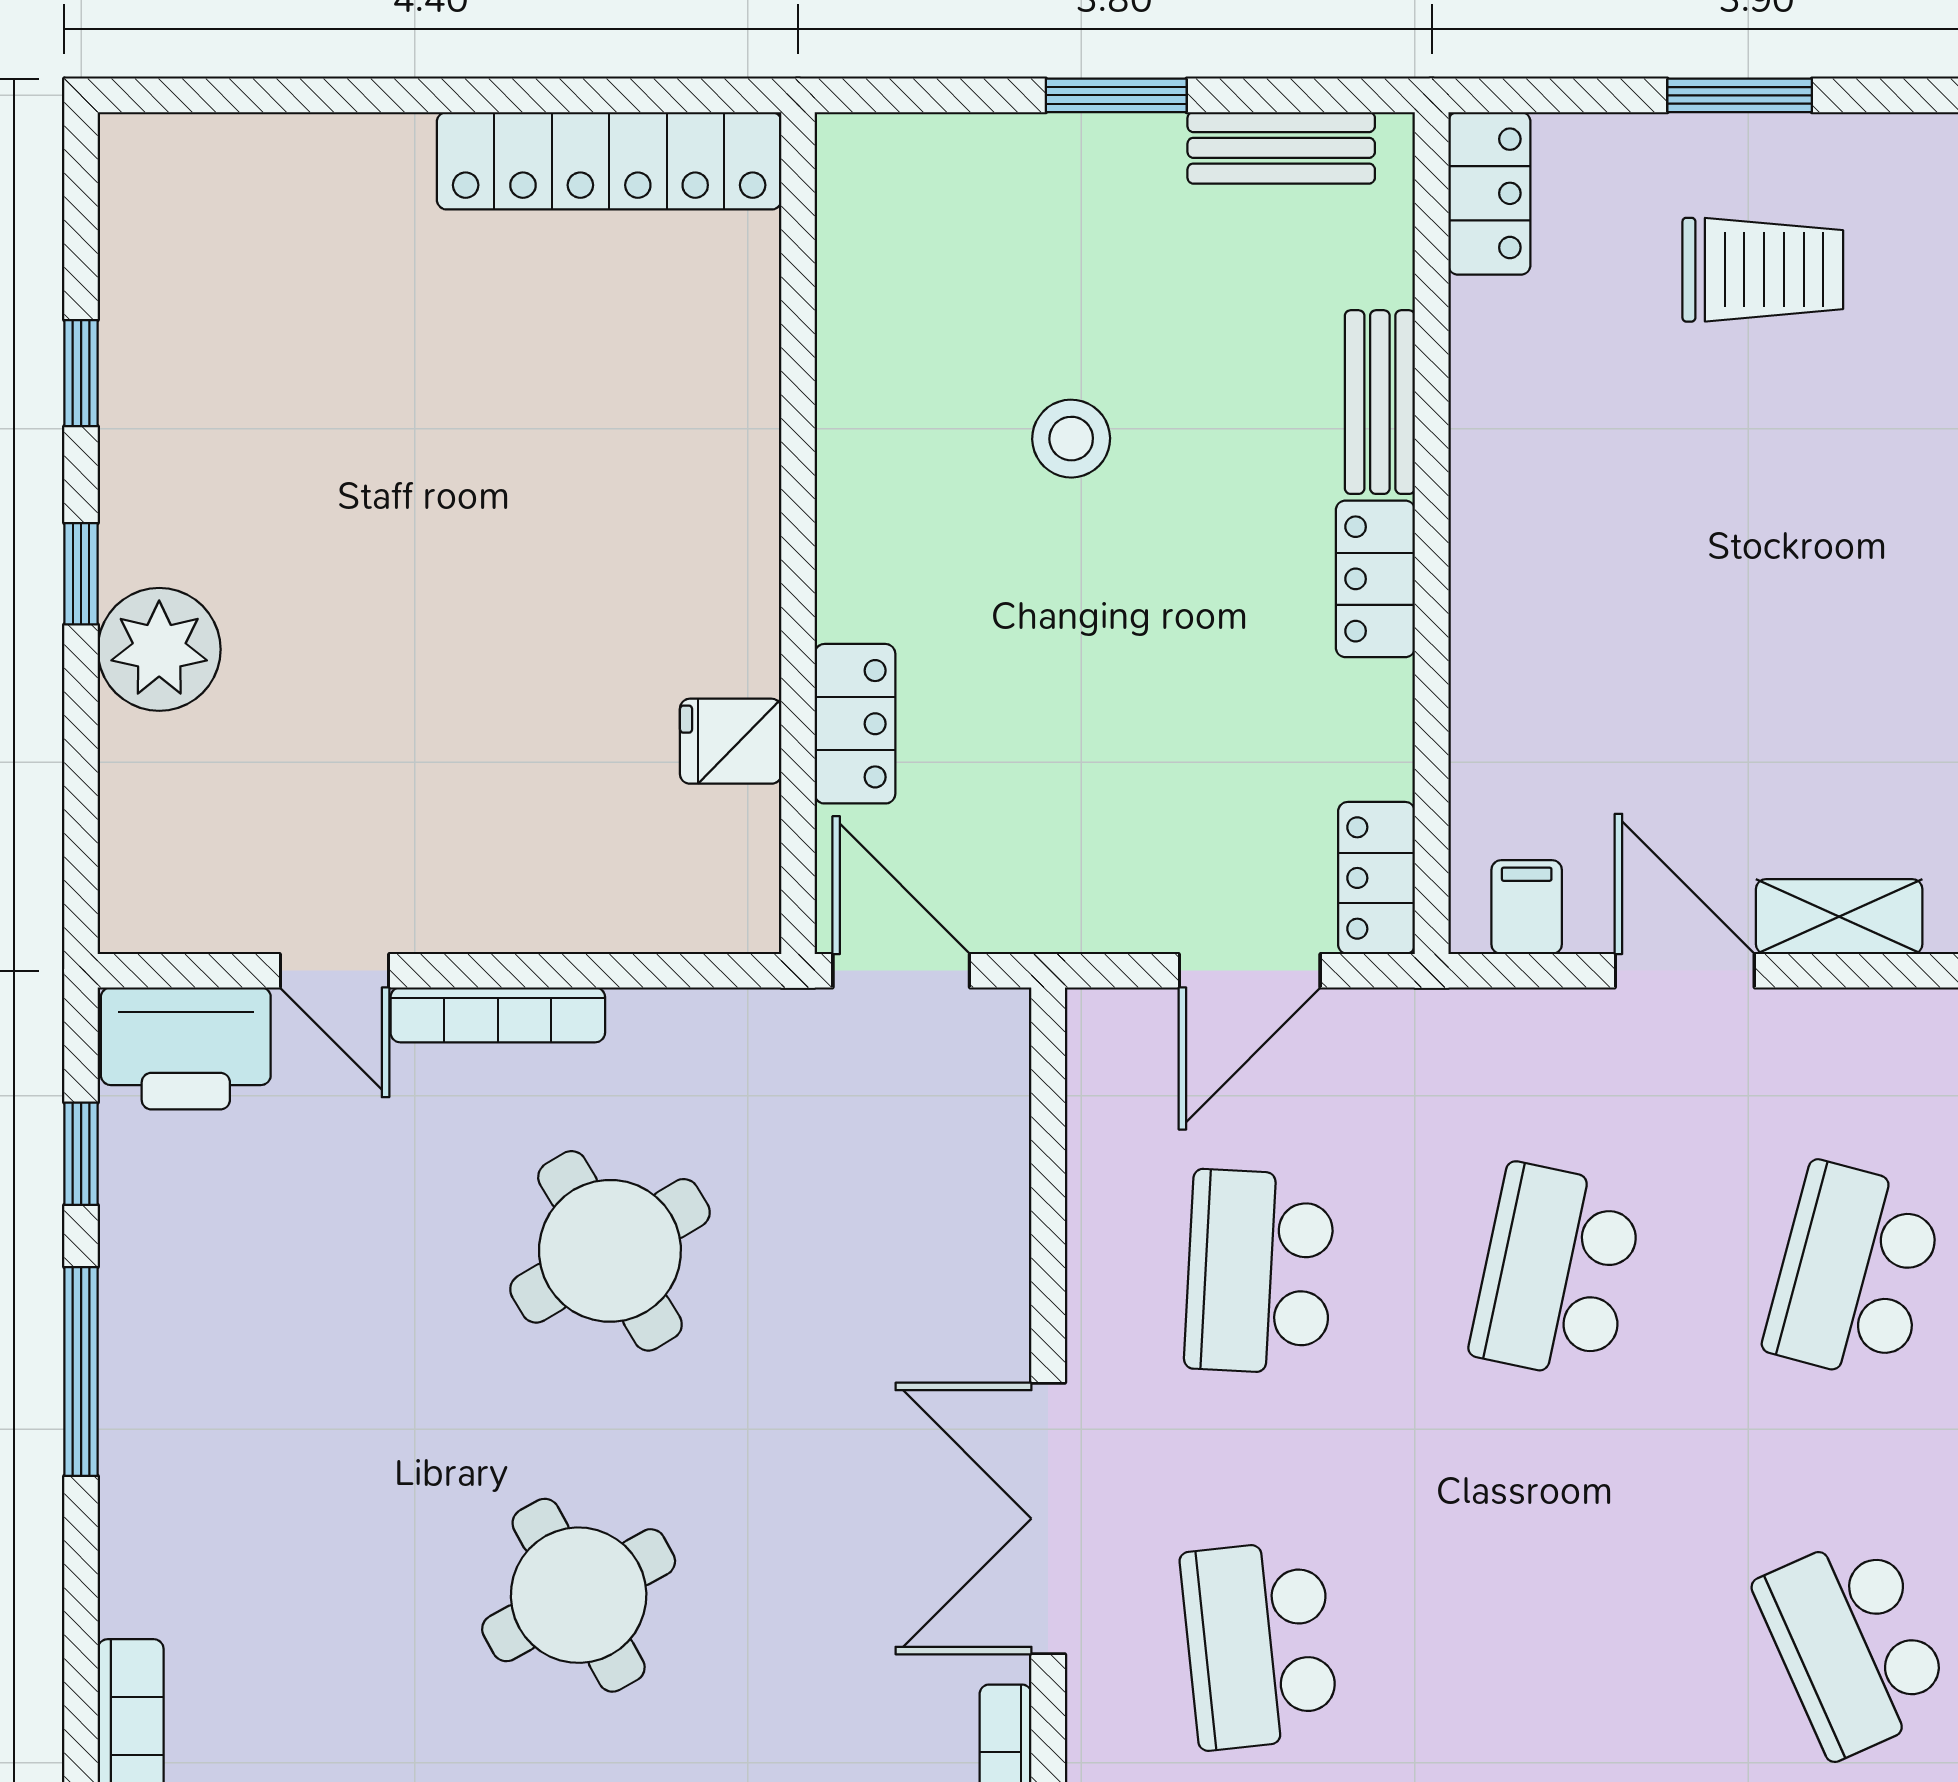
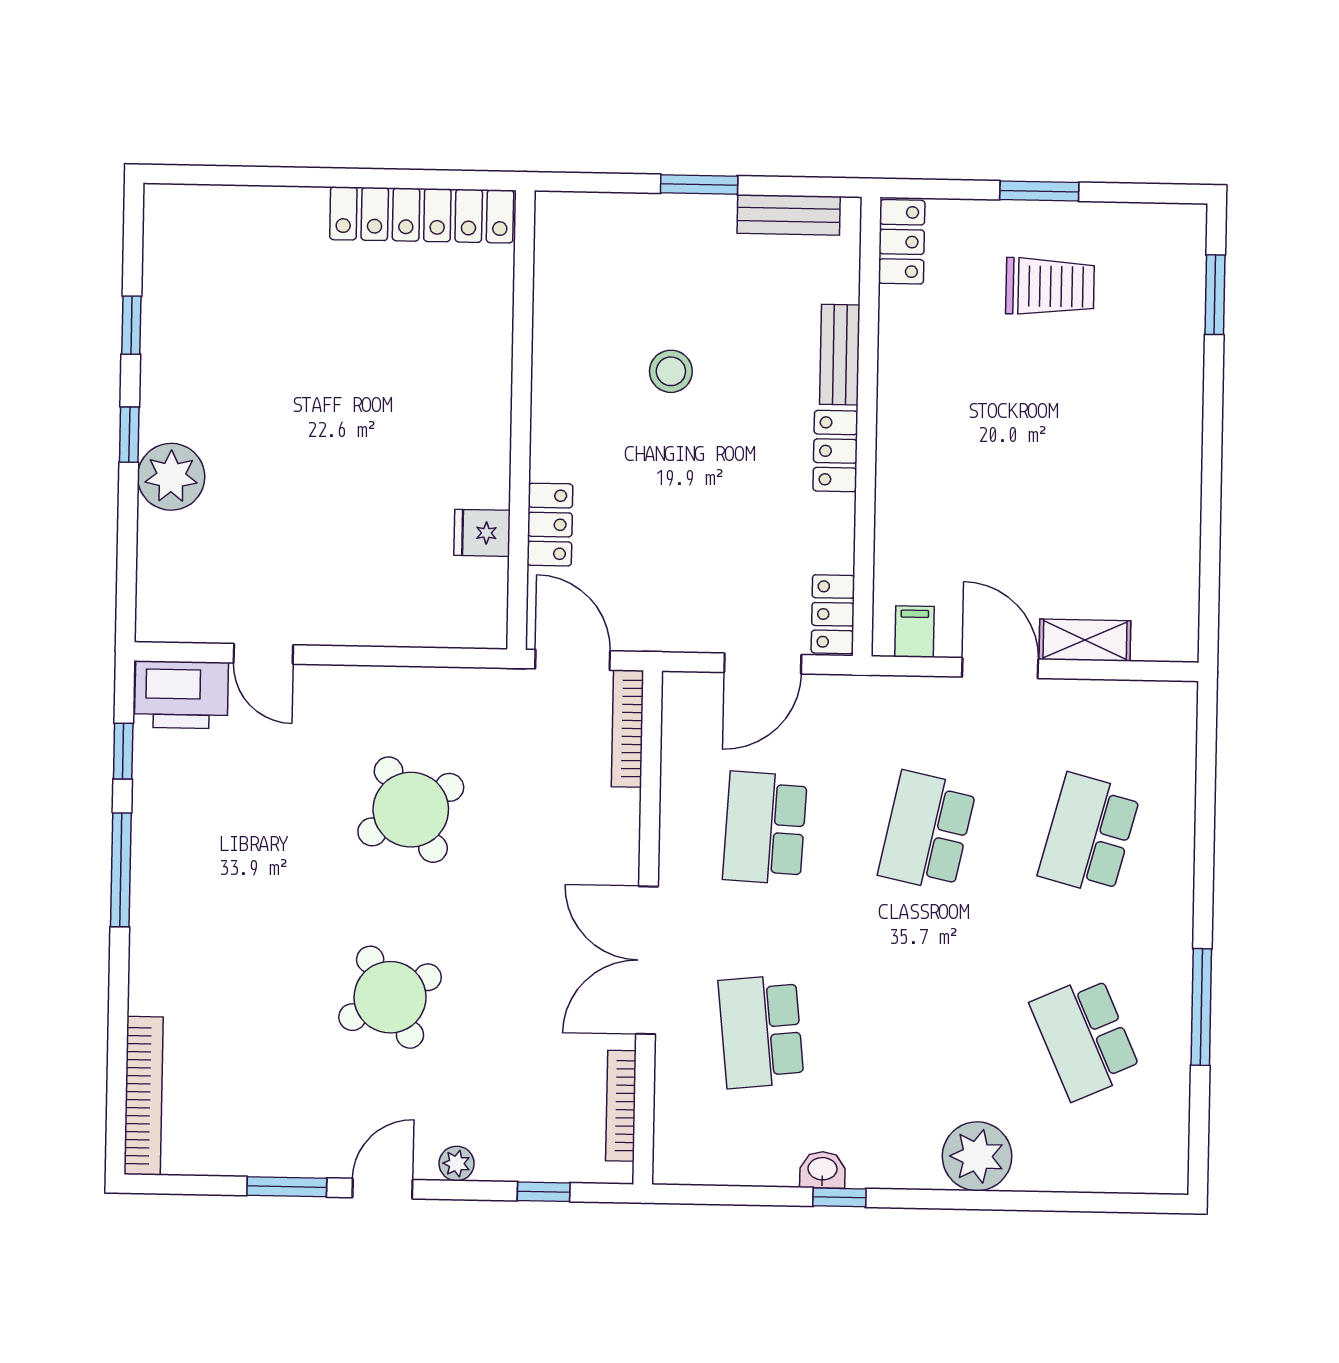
bookcase: (498, 1015) -> (627, 729), moved, turned 90

